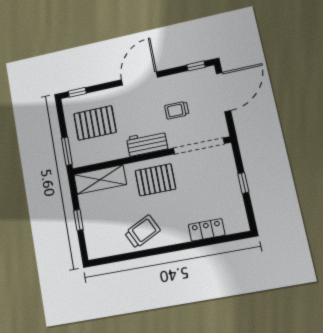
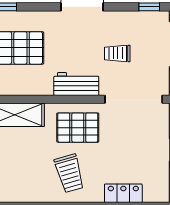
trolley: (142, 232) -> (69, 173), moved, turned 100

